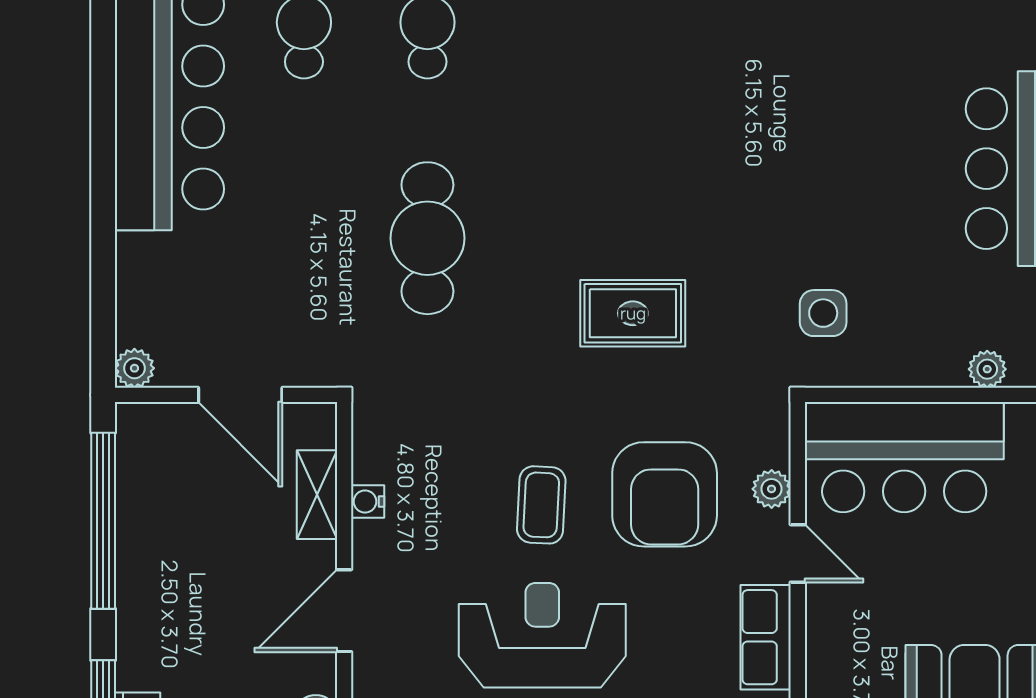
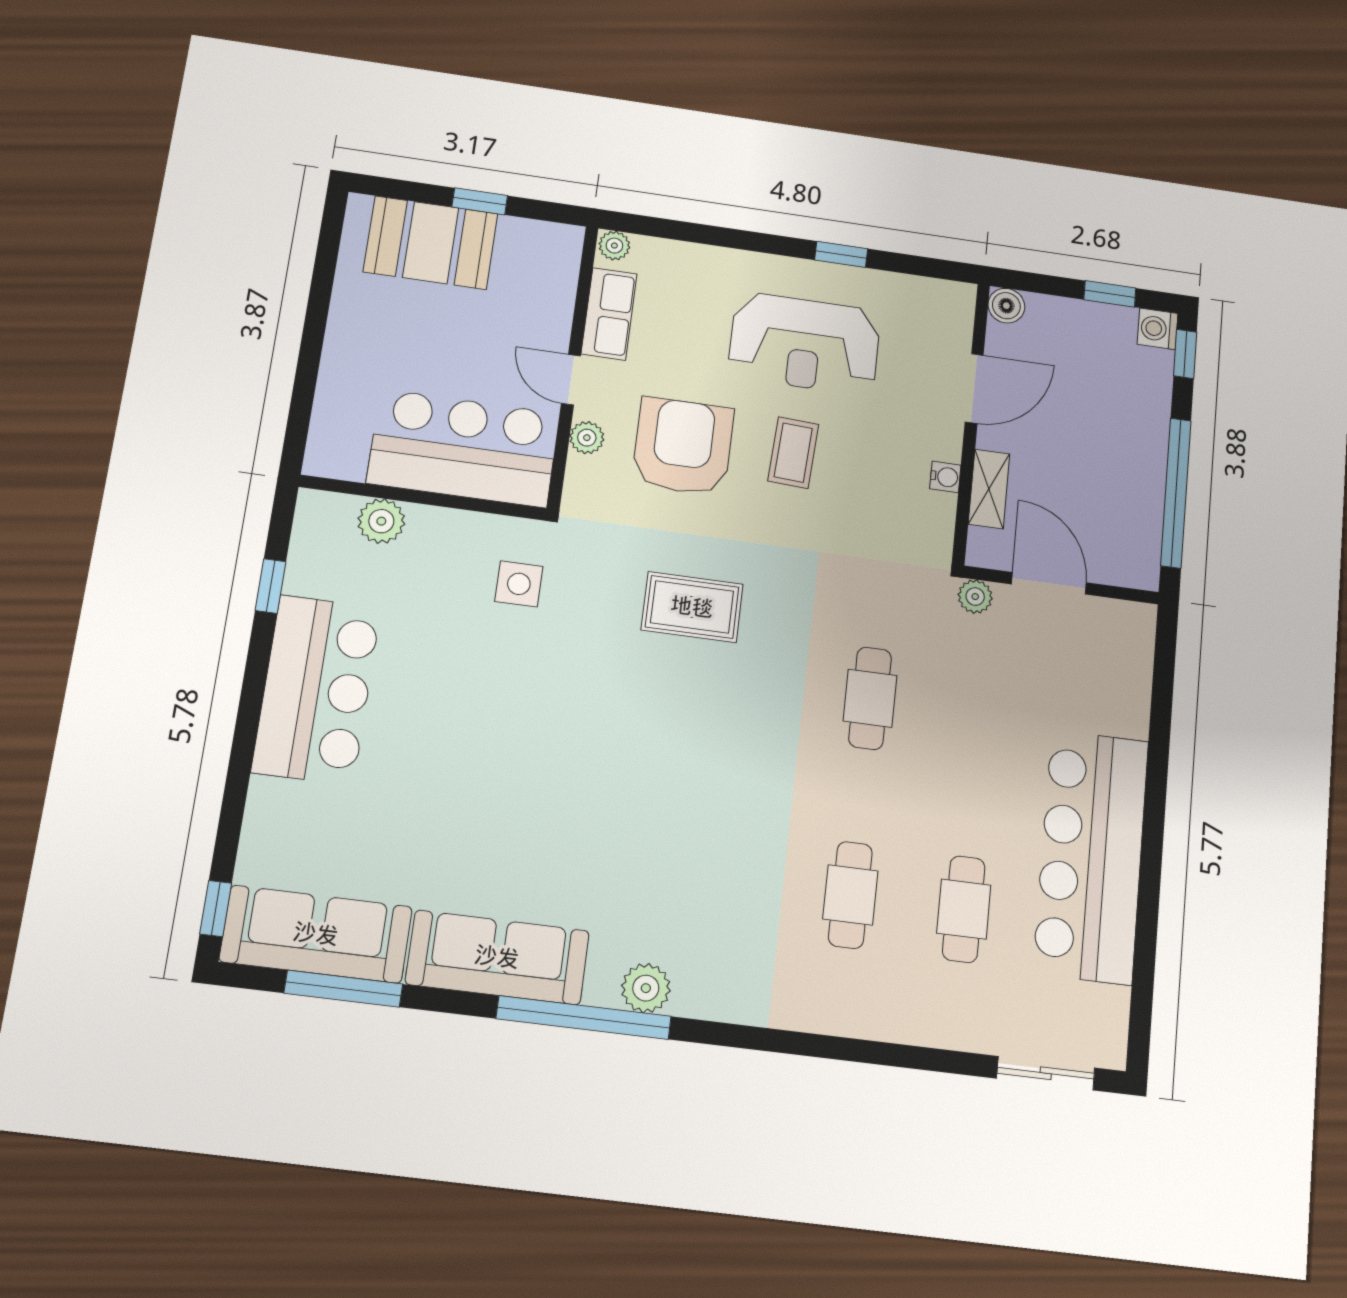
cafe table: (427, 238) -> (870, 698), width x0.73, depth x0.74
plant: (134, 368) -> (975, 597), moved
plant: (987, 369) -> (381, 521), width x1.38, depth x1.38

